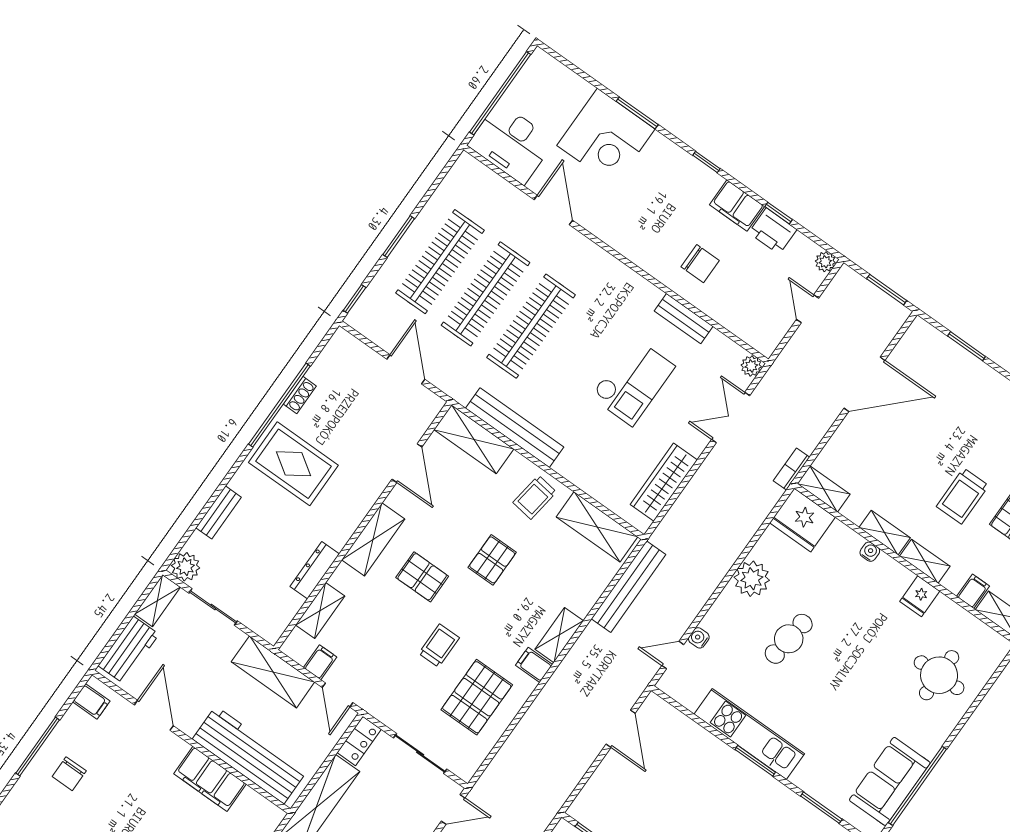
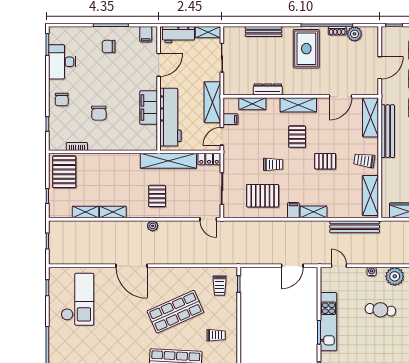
bench: (218, 512) -> (263, 32), width x1.36
plant: (186, 567) -> (355, 34), moved
water cooler: (699, 638) -> (372, 272), moved

